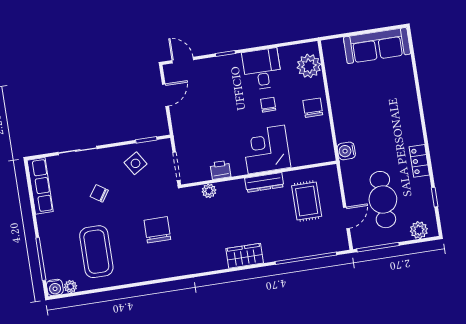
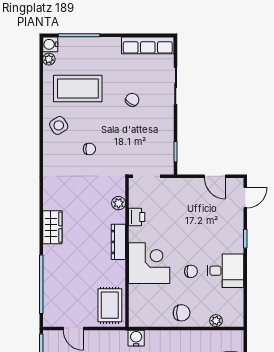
plant: (309, 66) -> (216, 321), width x0.53, depth x0.53
side table: (136, 163) -> (59, 125), moved
dresser: (264, 182) -> (118, 242), moved
rug: (307, 201) -> (110, 305), moved, turned 90
chair: (157, 230) -> (89, 149), width x0.54, depth x0.54

